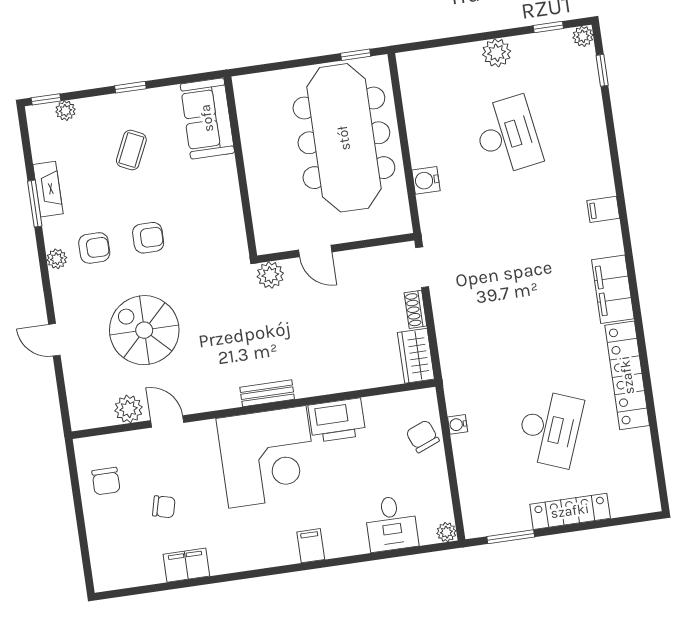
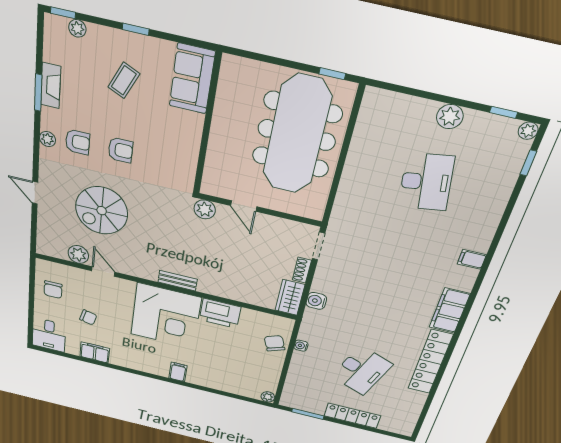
water cooler: (426, 180) -> (316, 301), moved
spiral stairs: (144, 330) -> (102, 211), turned -90
desk: (391, 523) -> (49, 335), moved

